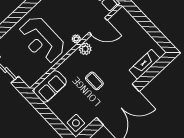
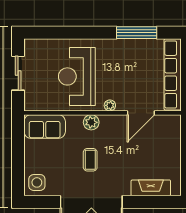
door: (98, 26) -> (141, 113), hinge flipped
plant: (85, 49) -> (91, 122), moved

